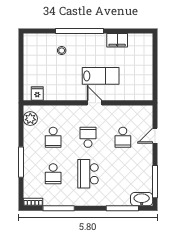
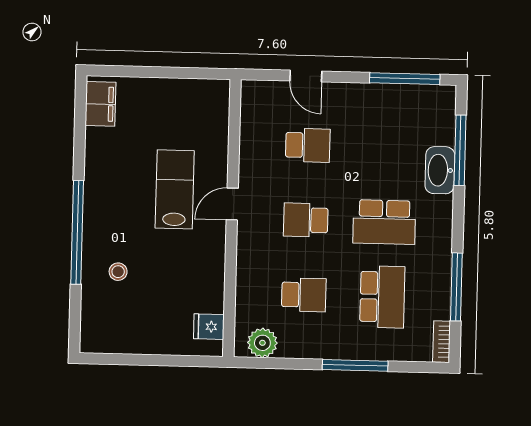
filing cabinet: (117, 40) -> (100, 104), moved
school desk: (53, 174) -> (382, 297), width x1.85
washbasin: (142, 199) -> (440, 170), moved

